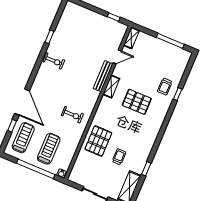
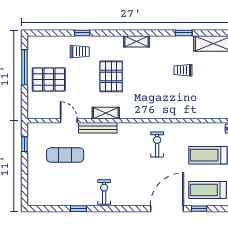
shelving: (131, 38) -> (137, 41), moved
exercise mat: (93, 44) -> (65, 155), added
pallet: (98, 141) -> (49, 79), moved

